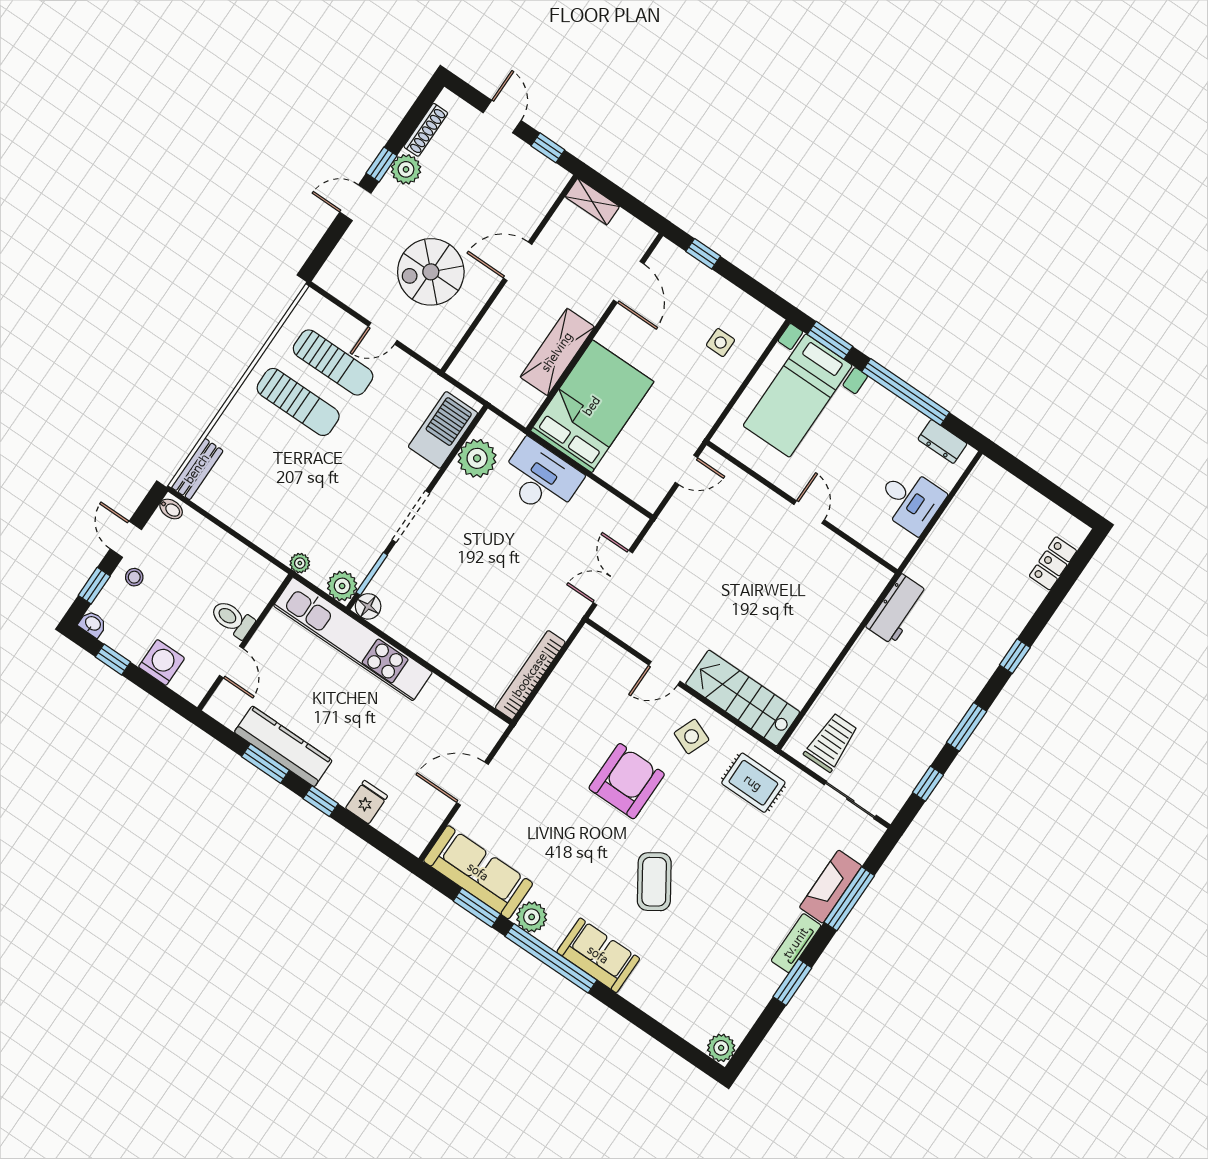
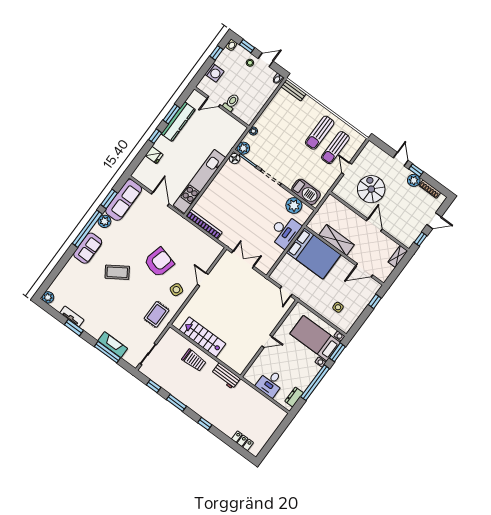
kitchen unit: (353, 639) -> (200, 181), moved
stairs: (743, 698) -> (203, 337), moved, turned -90
trolley: (831, 742) -> (194, 360), moved
armchair: (627, 781) -> (159, 262), turned -75
tv unit: (796, 943) -> (72, 316), moved

